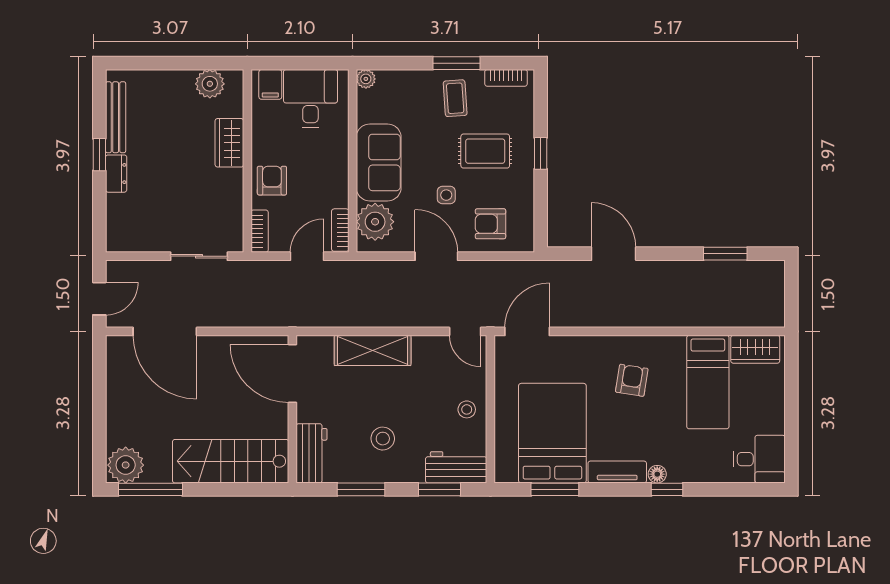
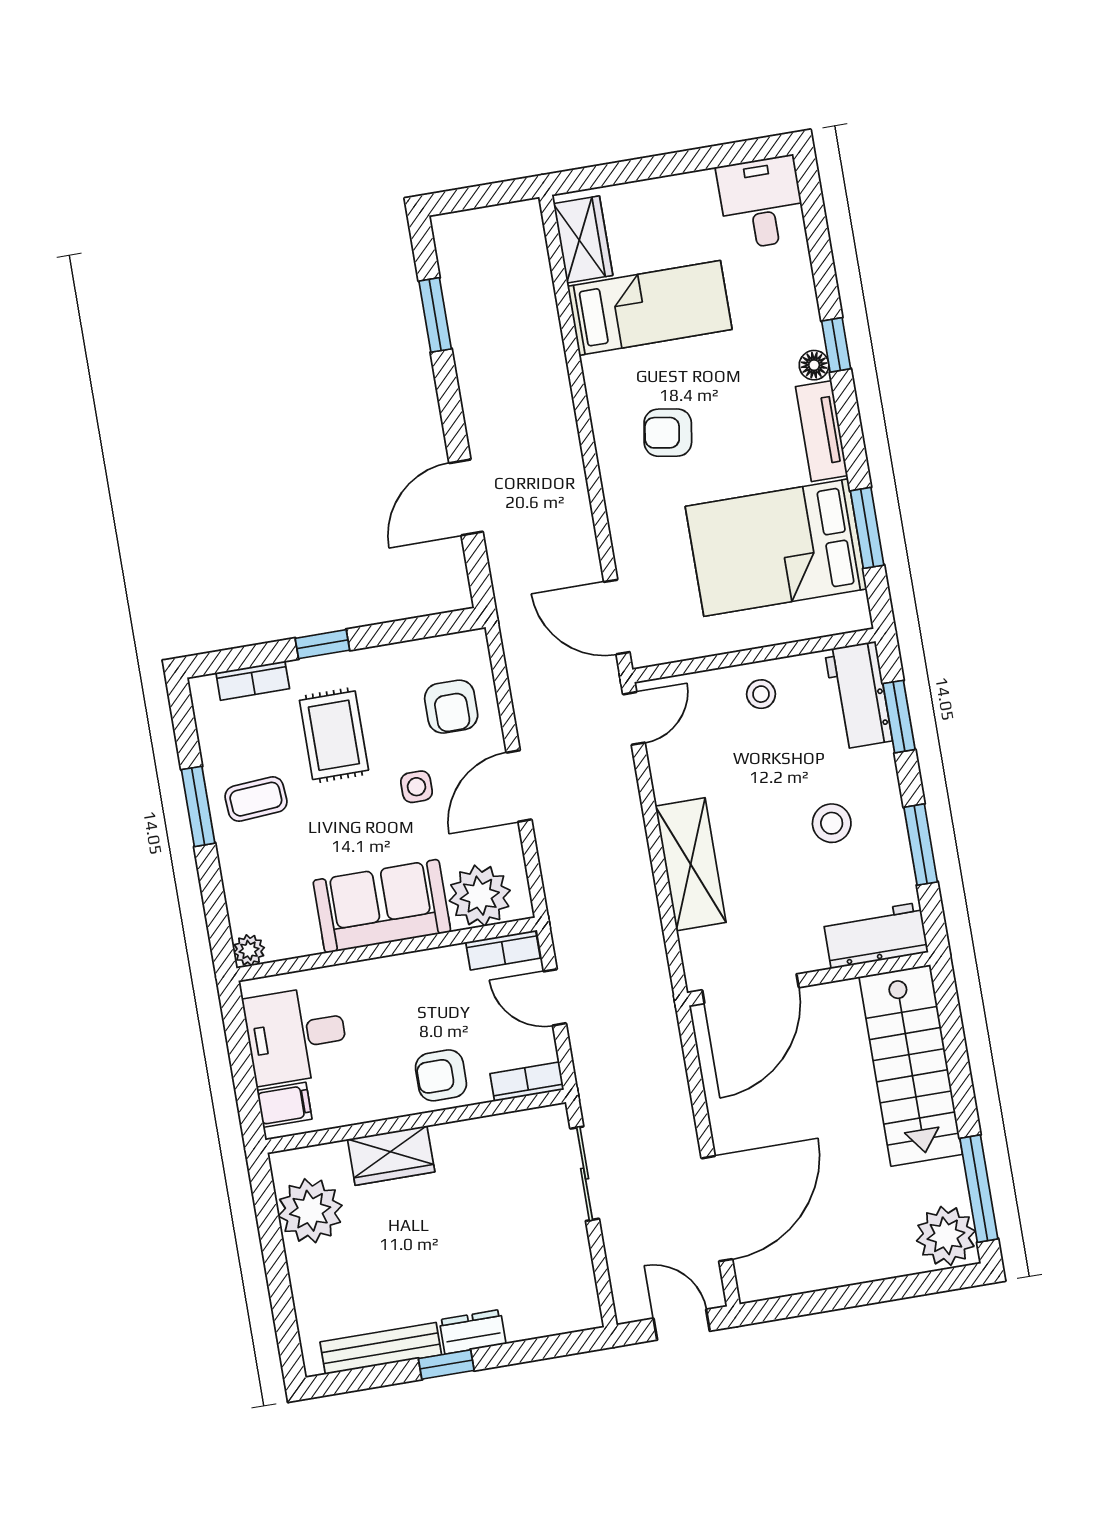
bookcase: (506, 78) -> (253, 681), moved, turned 90
plant: (210, 84) -> (310, 1211), width x1.36, depth x1.36

